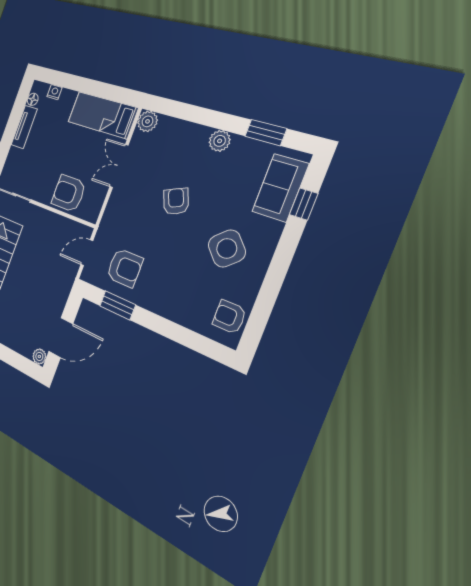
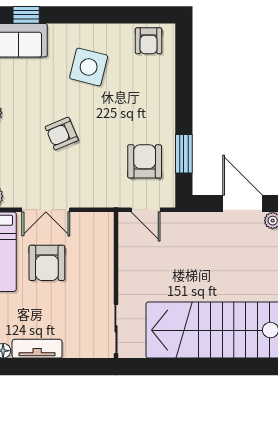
armchair: (69, 193) -> (47, 263), moved
side table: (227, 248) -> (89, 67), turned -33

